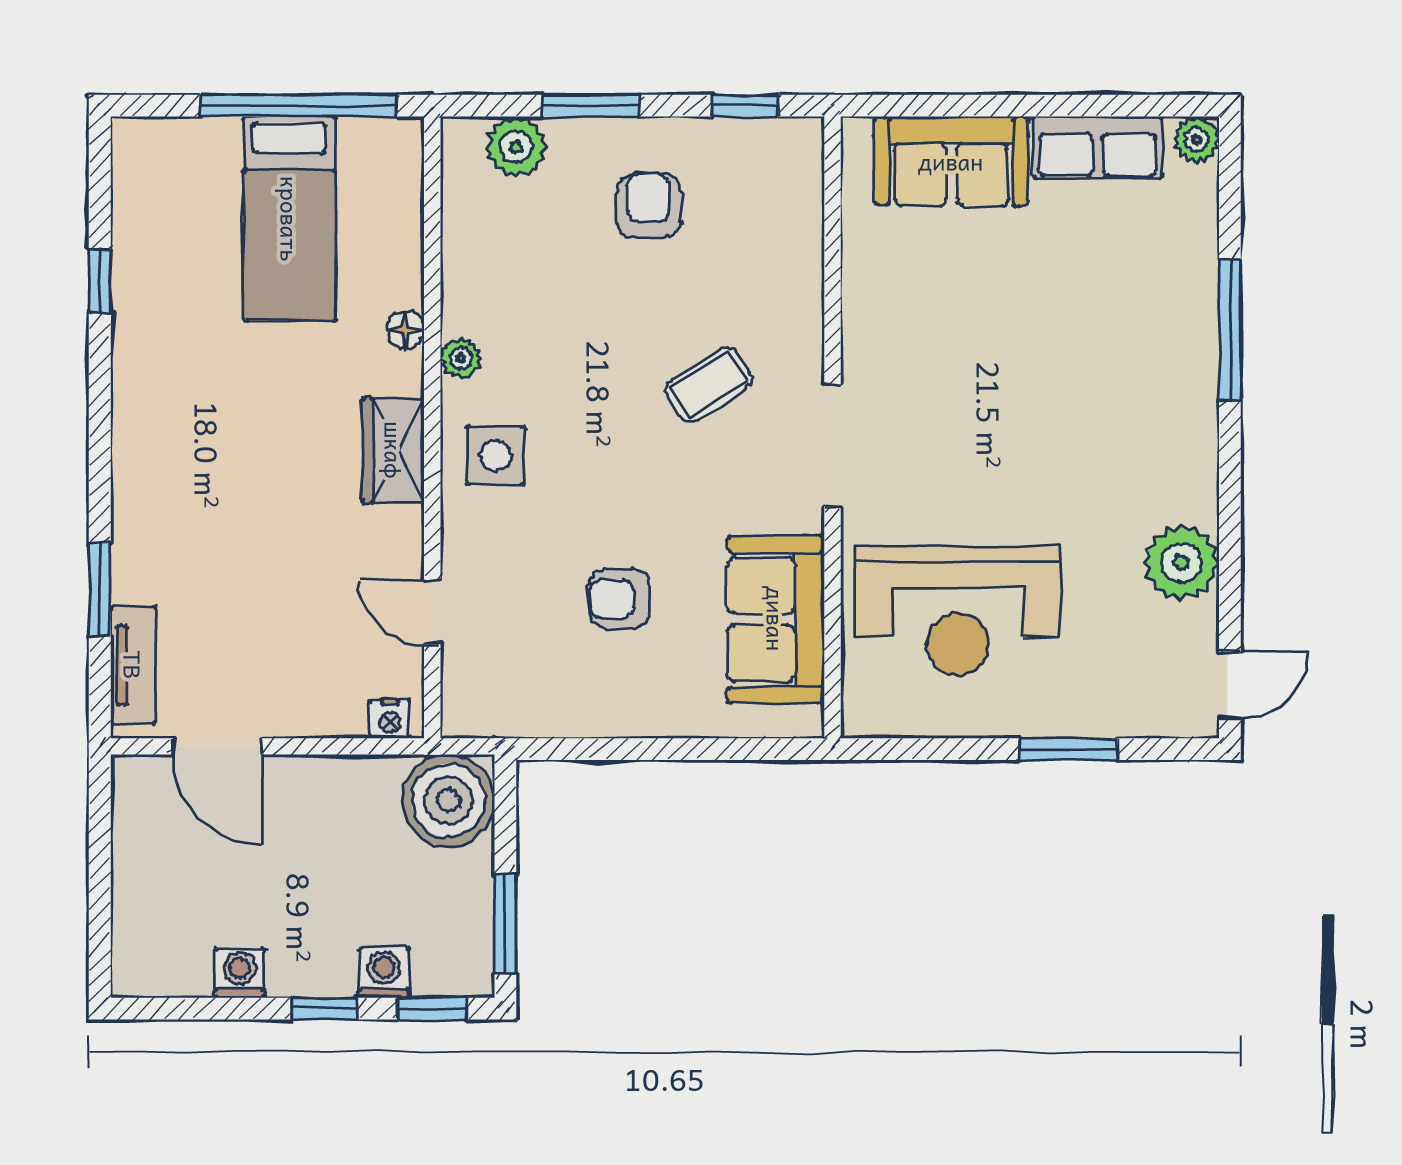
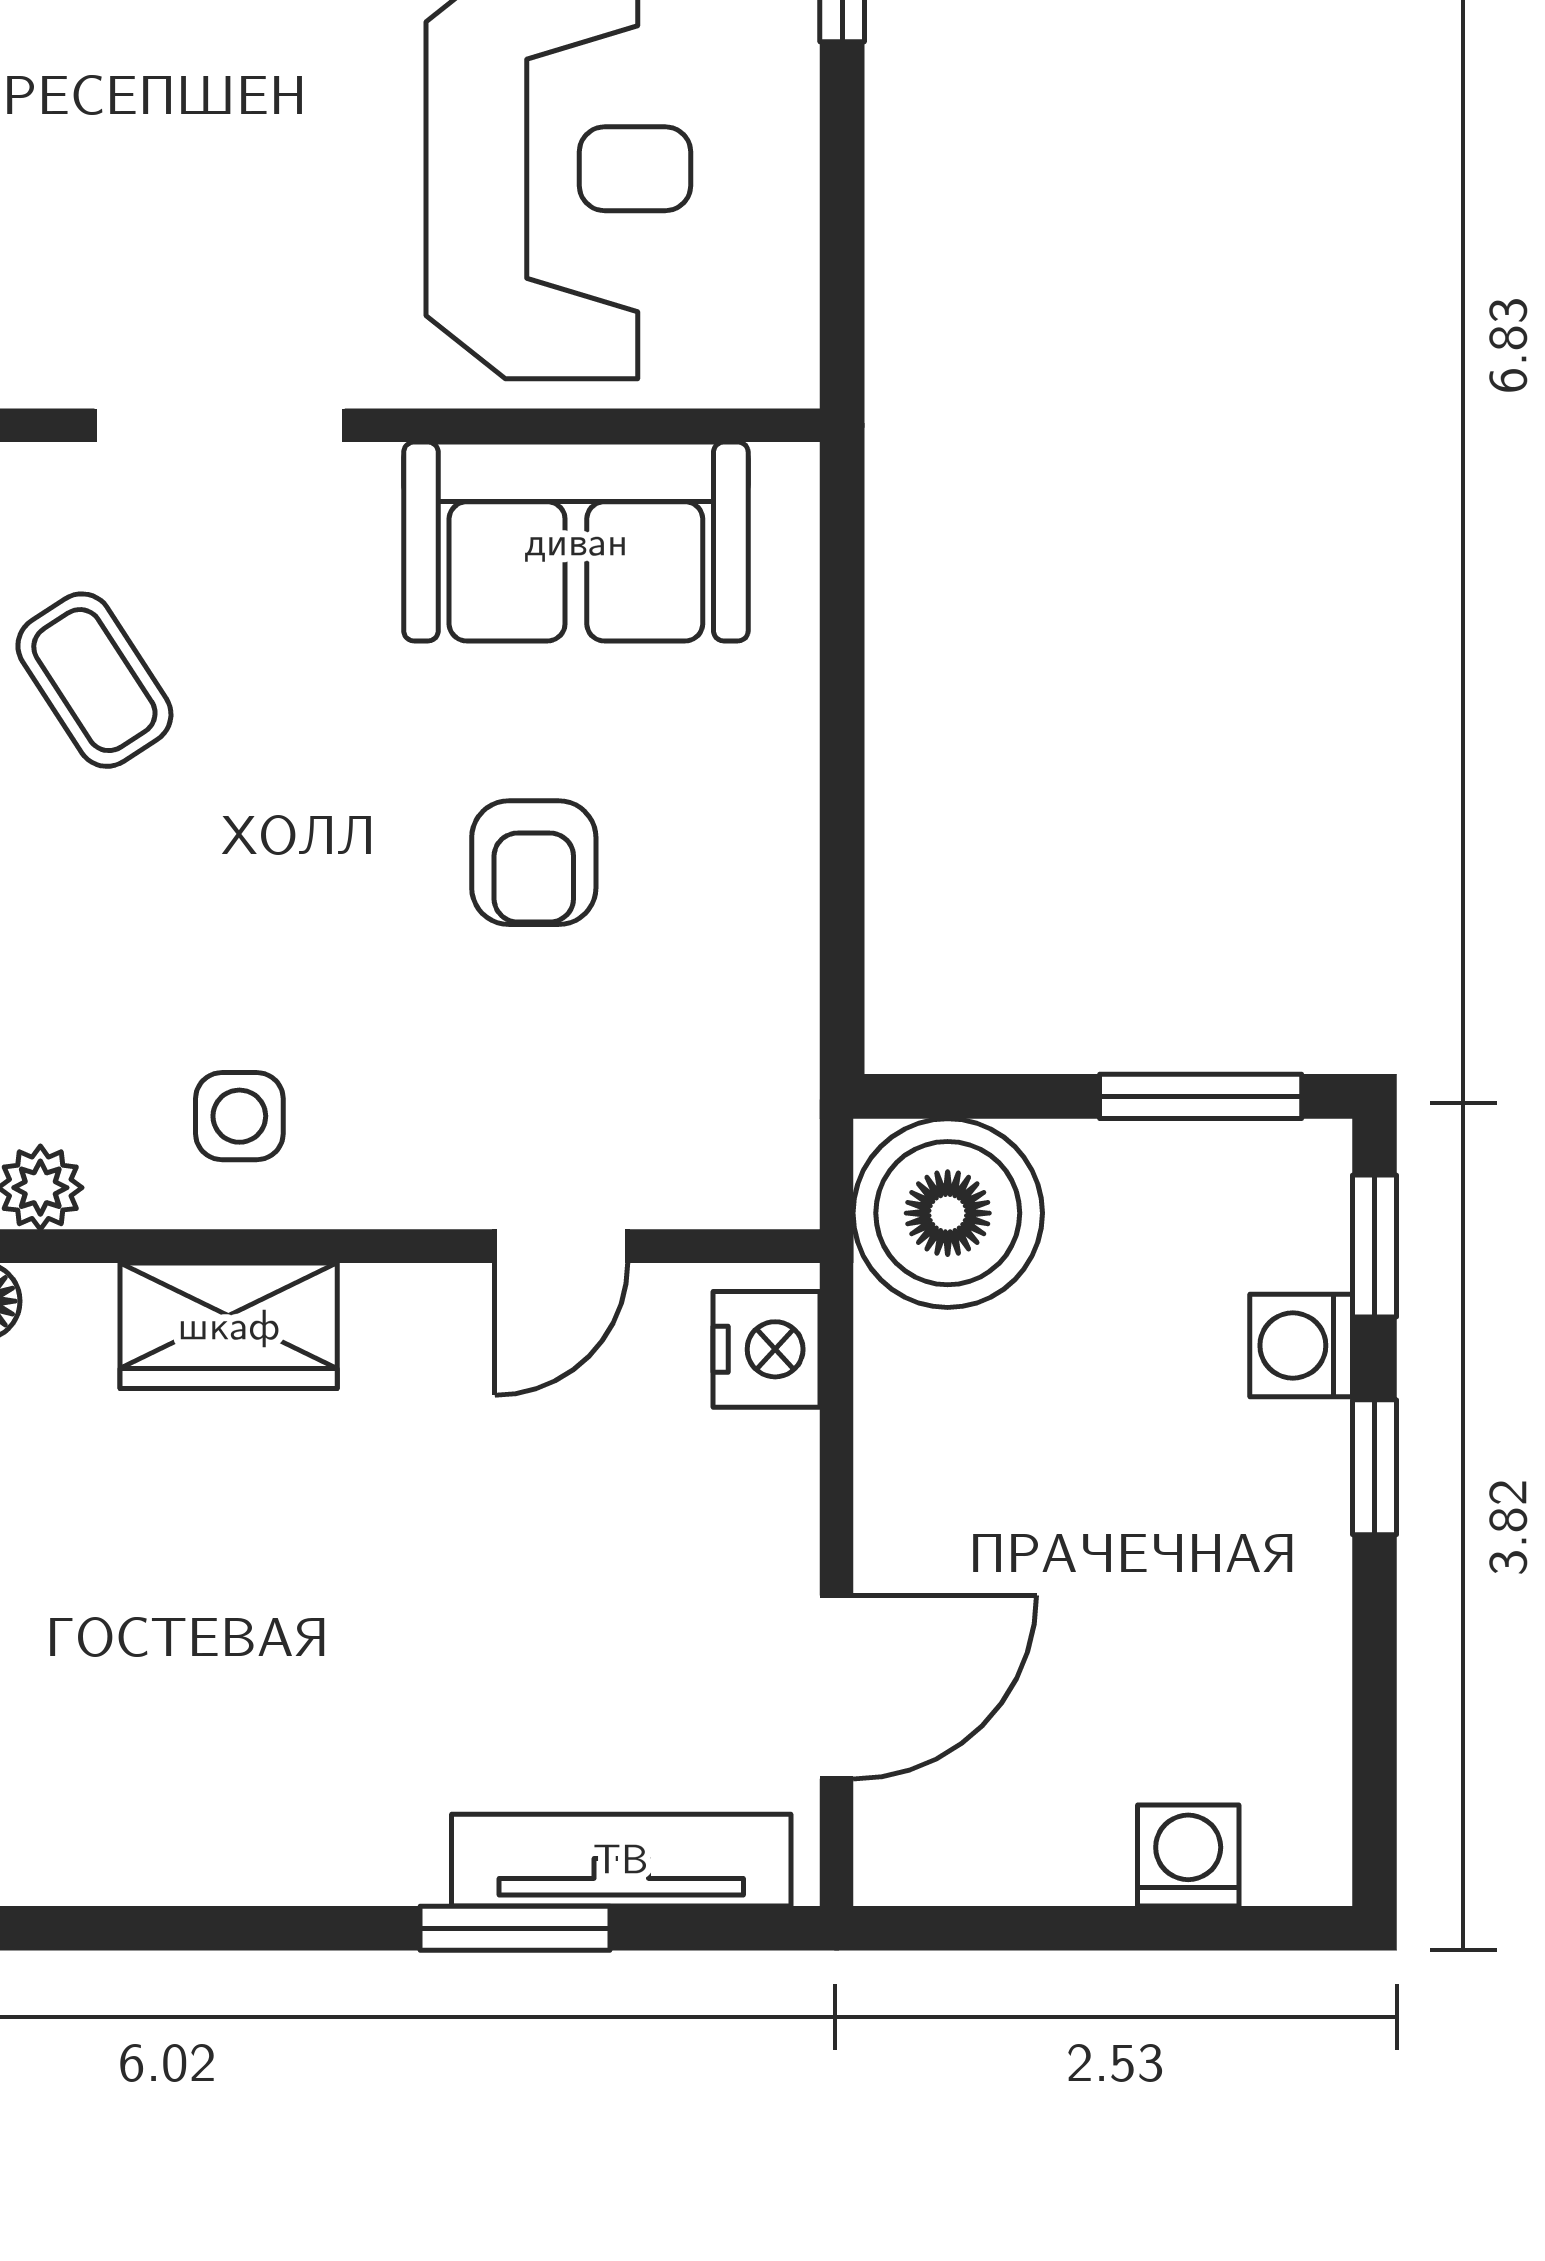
side table: (496, 455) -> (239, 1116), width x0.73, depth x0.73
tv unit: (133, 665) -> (621, 1860), width x1.41
nightstand: (390, 719) -> (767, 1349), width x1.39, depth x1.35
washing machine: (240, 973) -> (1188, 1855), moved, turned 90

